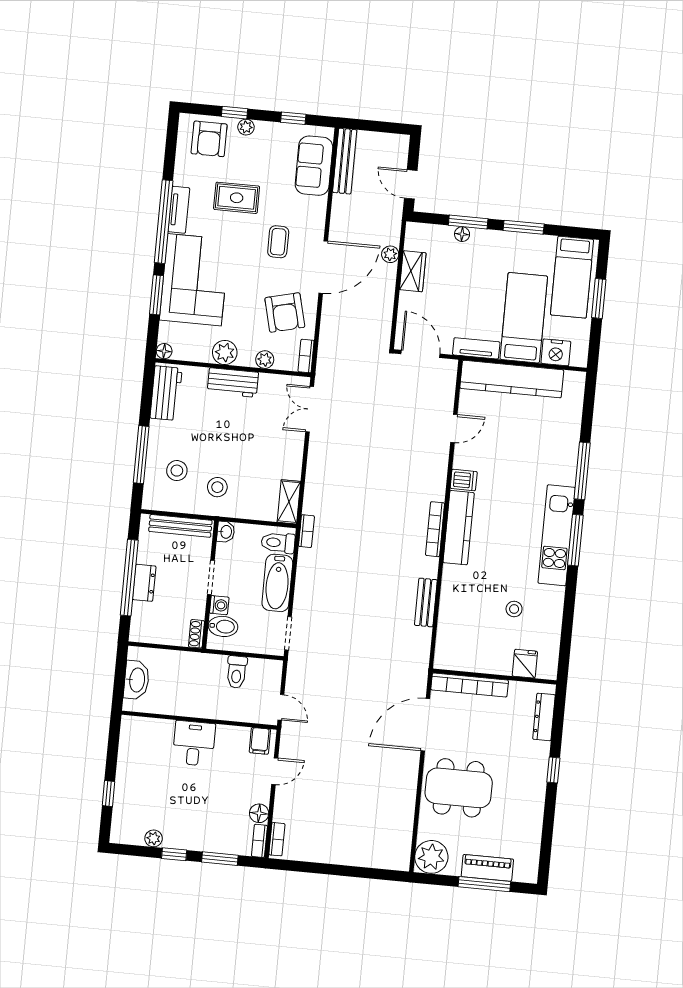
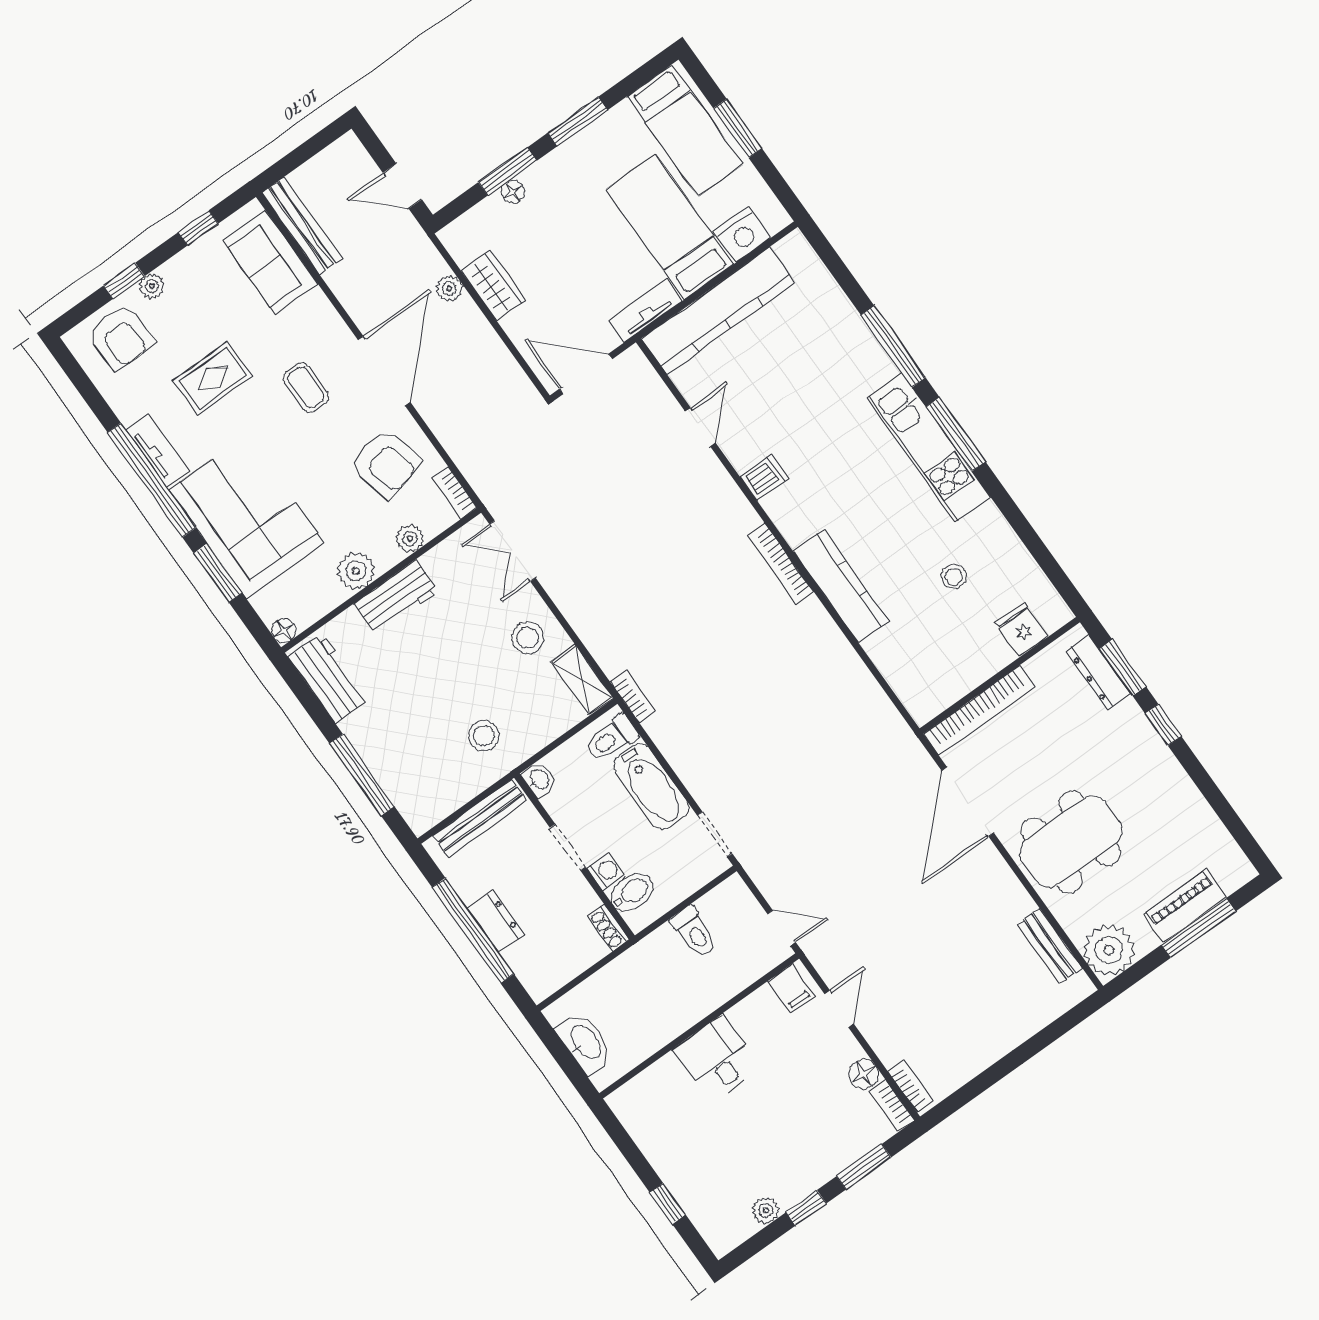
stool: (177, 471) -> (528, 638), moved
kitchen counter: (459, 528) -> (841, 586), moved
bench: (426, 602) -> (1049, 946), moved
window: (558, 725) -> (1122, 668), added

